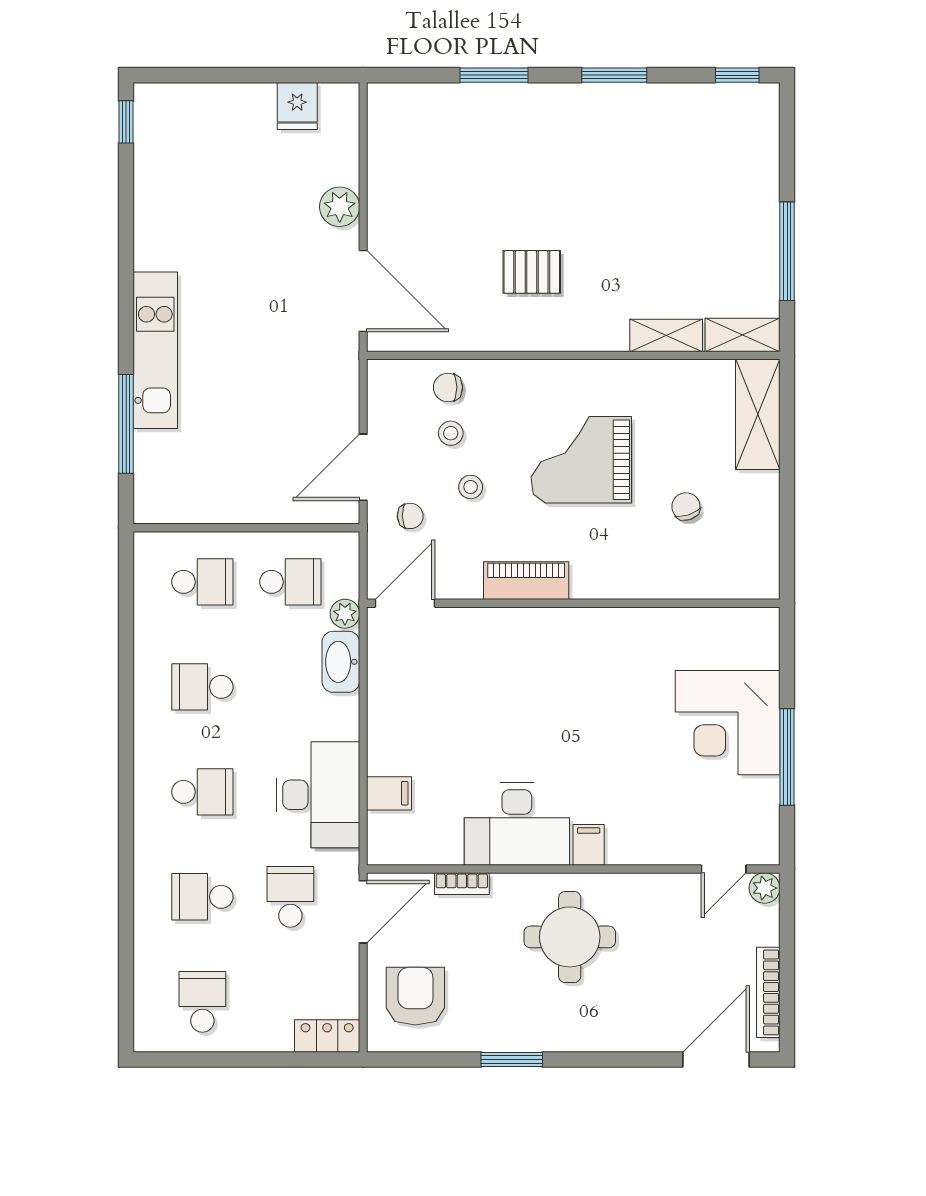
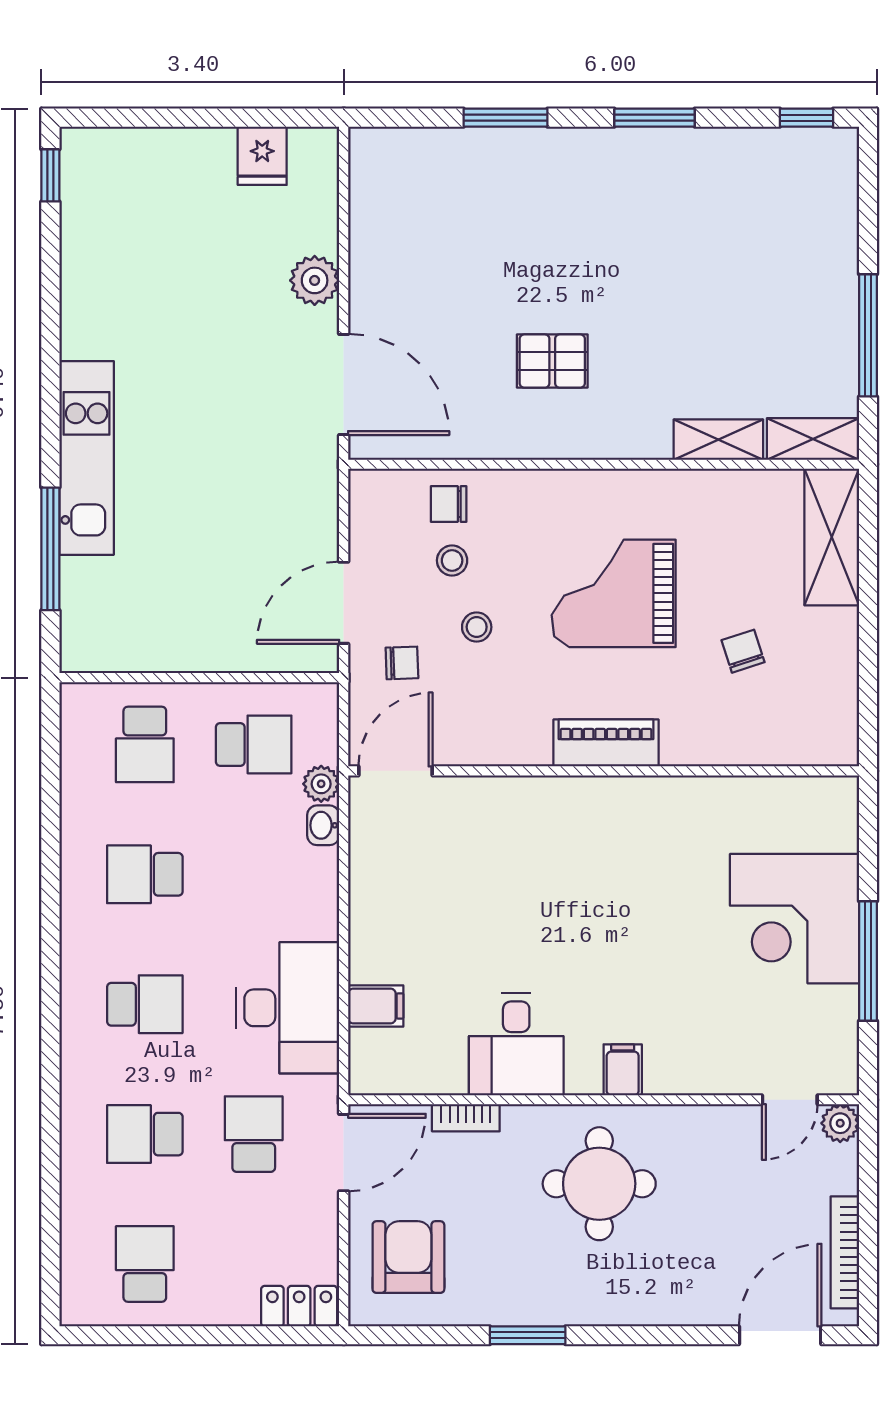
piano: (526, 581) -> (606, 743), moved
school desk: (202, 582) -> (145, 744), turned 90
washbasin: (341, 662) -> (323, 825), width x0.52, depth x0.69
desk: (517, 824) -> (516, 1044), width x0.73

